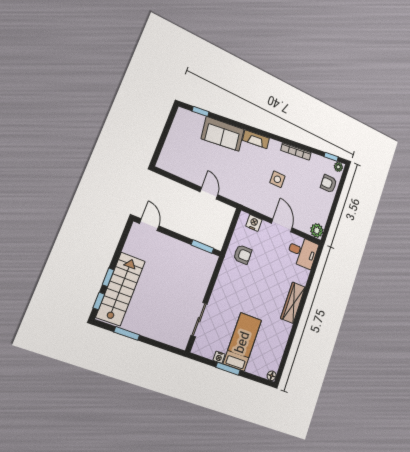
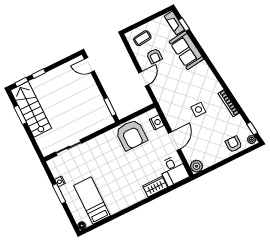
fireplace: (256, 139) -> (174, 23), moved
coffee table: (175, 156) -> (142, 38), added
armchair: (200, 164) -> (154, 56), added
door: (149, 225) -> (89, 65), swing flipped
armchair: (243, 254) -> (131, 135), width x1.88, depth x1.88
stairs: (121, 289) -> (31, 109), moved, turned -90
wardrobe: (293, 303) -> (155, 187), moved, width x0.67
bed: (242, 342) -> (92, 201), moved, turned -90

